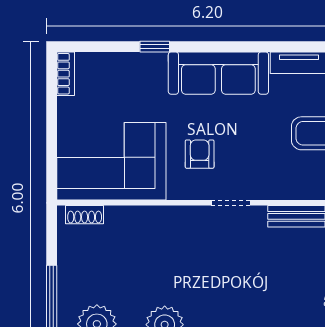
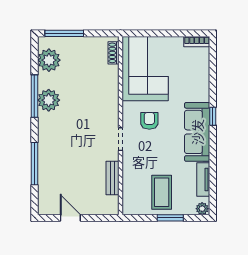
window: (155, 47) -> (213, 116), moved
armchair: (200, 154) -> (149, 121), turned -90

